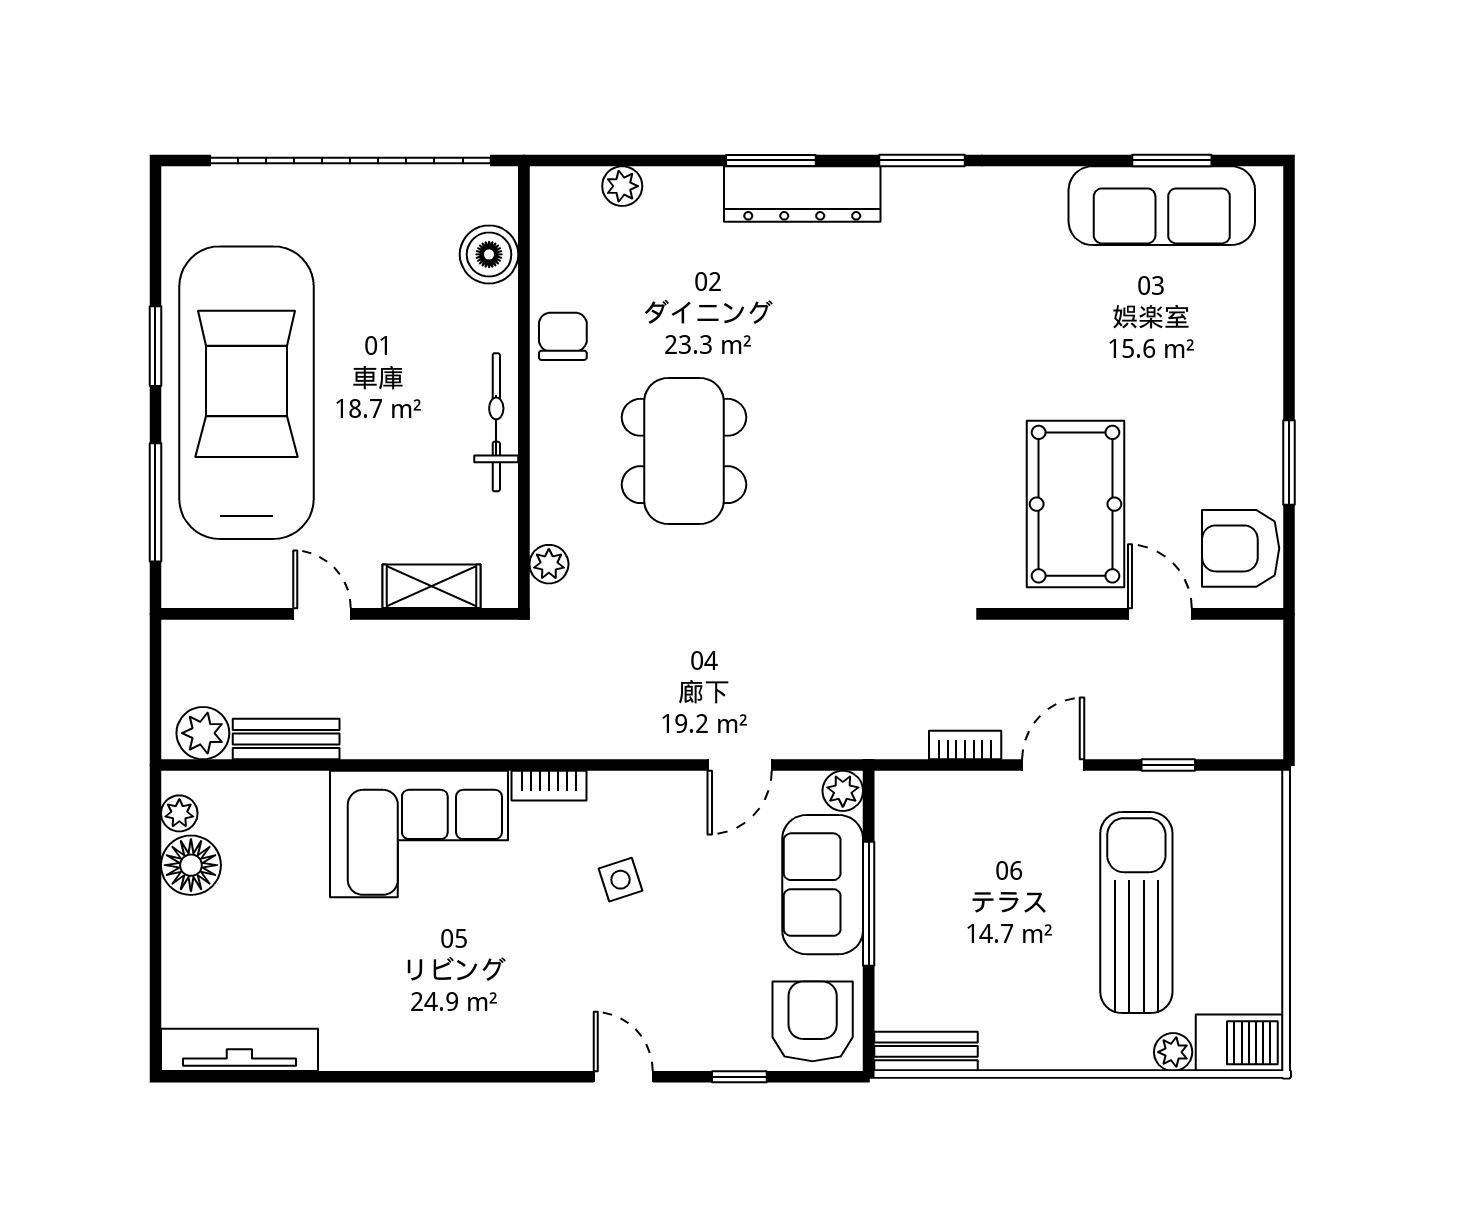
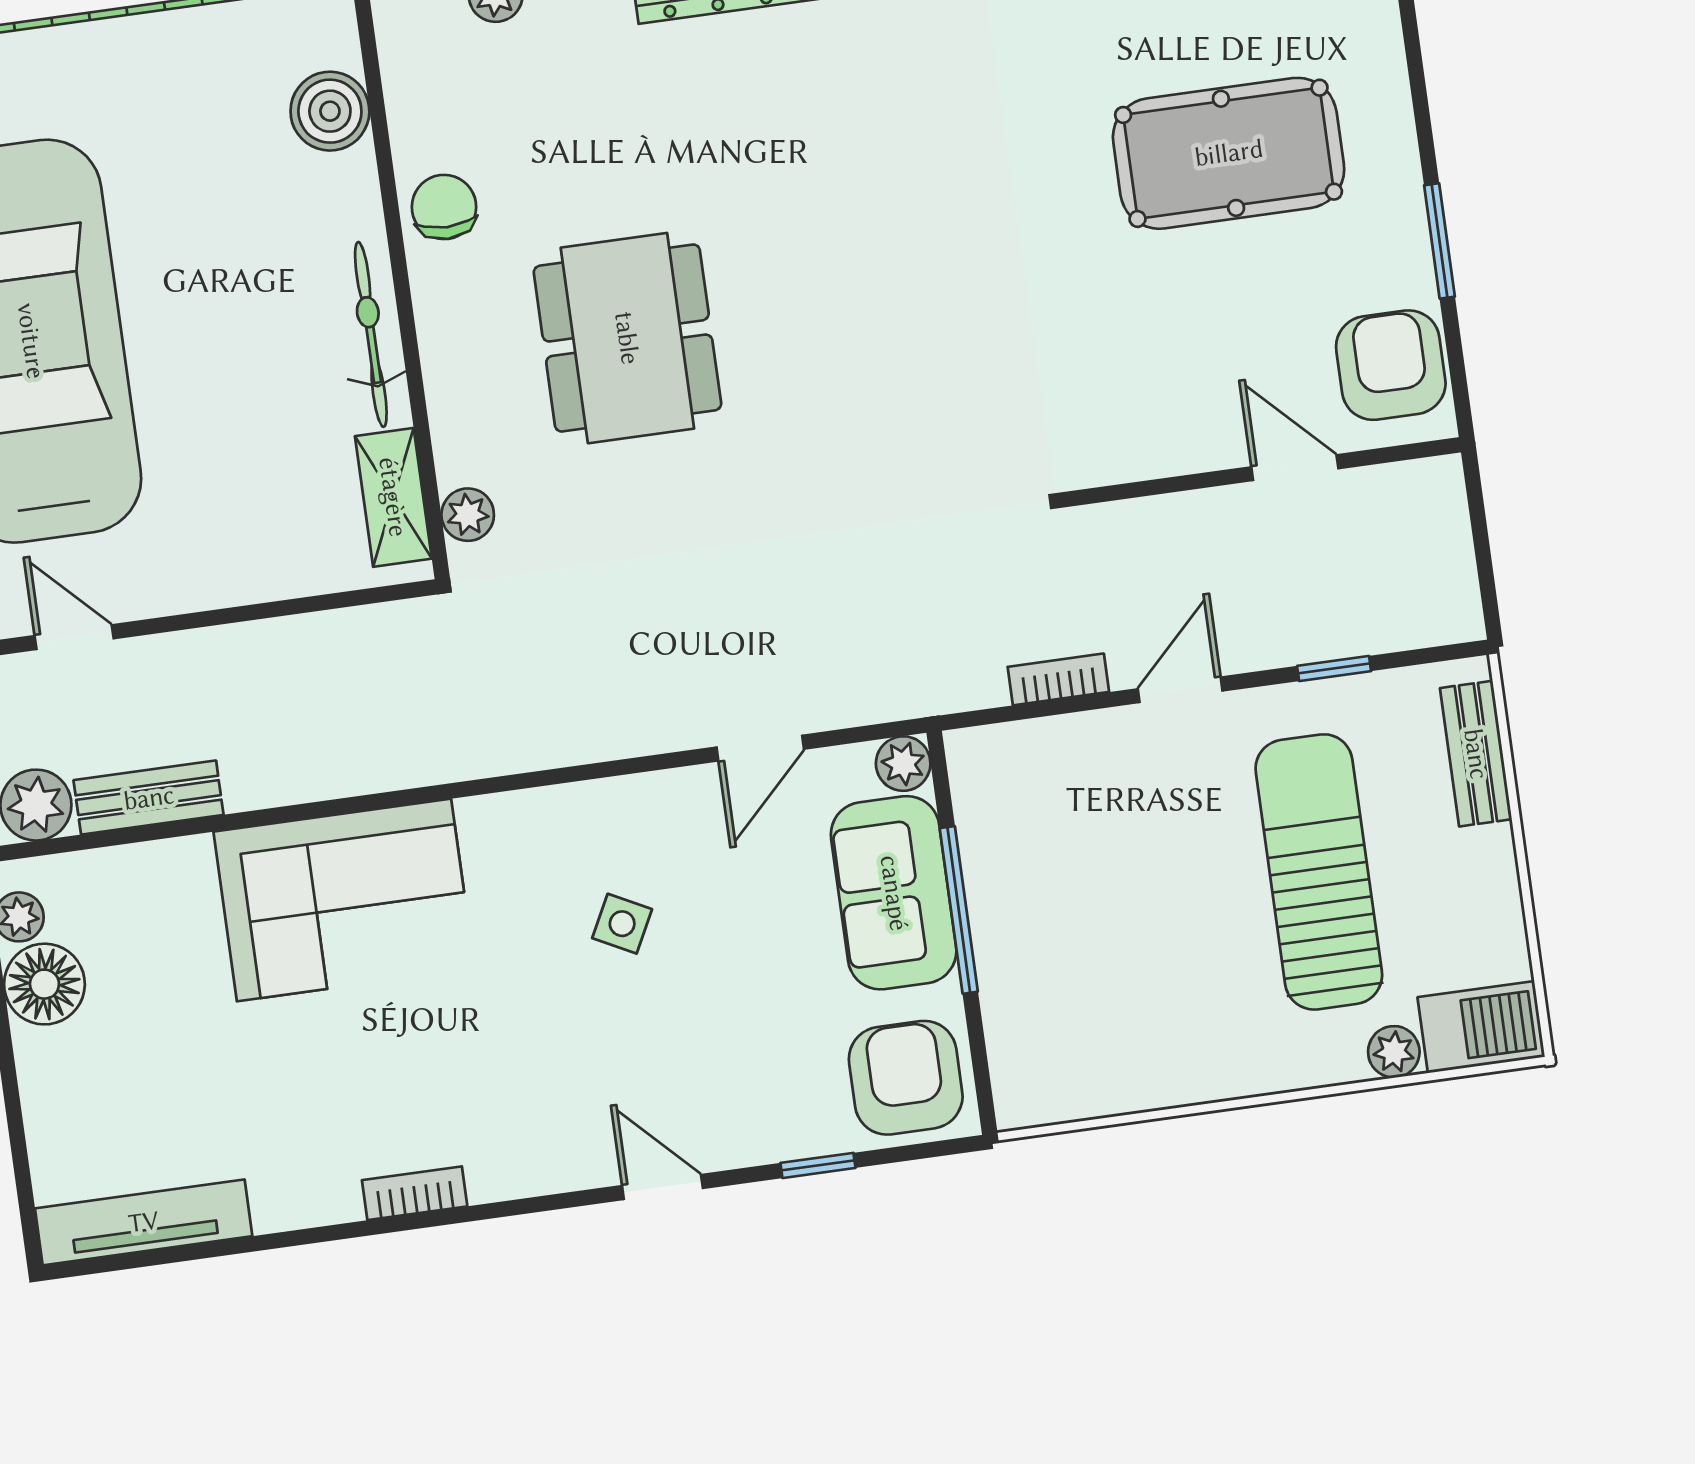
pool table: (1076, 504) -> (1229, 153), moved, turned 90
armchair: (1241, 548) -> (1391, 365), turned 90
shelving: (431, 586) -> (393, 497), moved, turned 90
door: (322, 614) -> (74, 637), moved
bookcase: (549, 786) -> (415, 1193), moved, turned 180
side table: (620, 880) -> (622, 924), turned 45
bench: (926, 1051) -> (1476, 754), moved, turned 90

